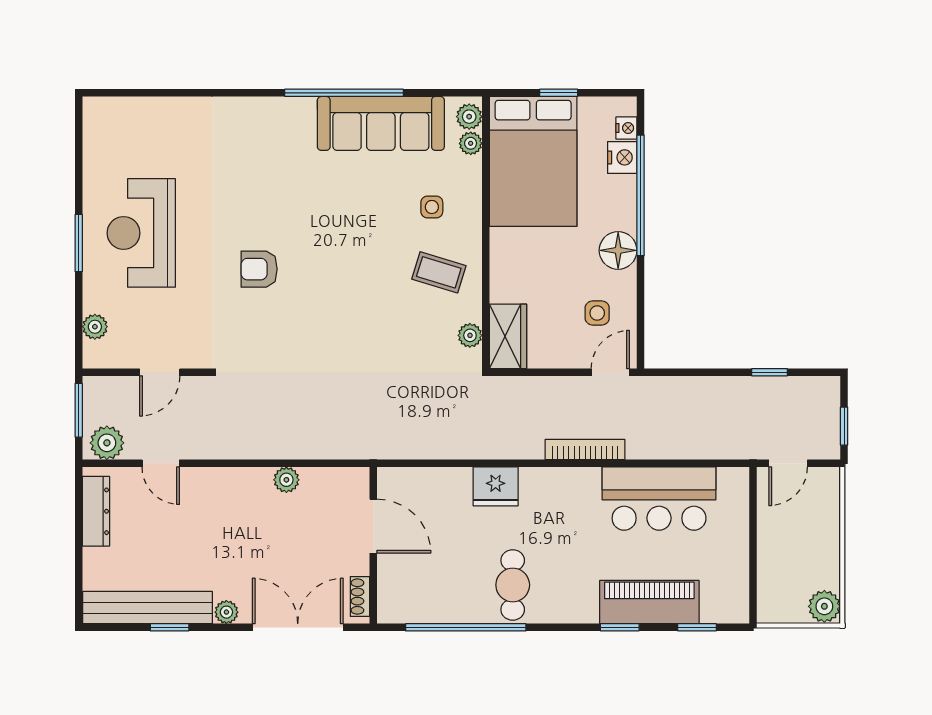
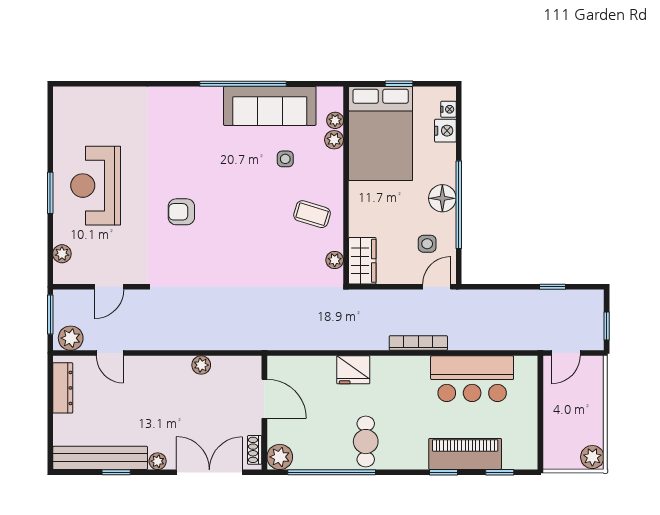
plant: (469, 117) -> (334, 140), moved
window: (641, 195) -> (459, 205), moved
side table: (432, 207) -> (285, 159), moved
plant: (394, 606) -> (280, 457), added

